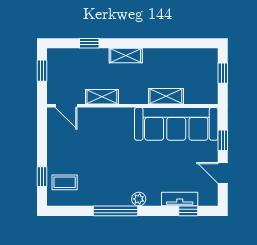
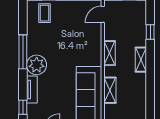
shelving: (102, 97) -> (110, 53), moved
plant: (139, 199) -> (37, 65), width x1.88, depth x1.88
tv unit: (180, 199) -> (32, 89), moved

